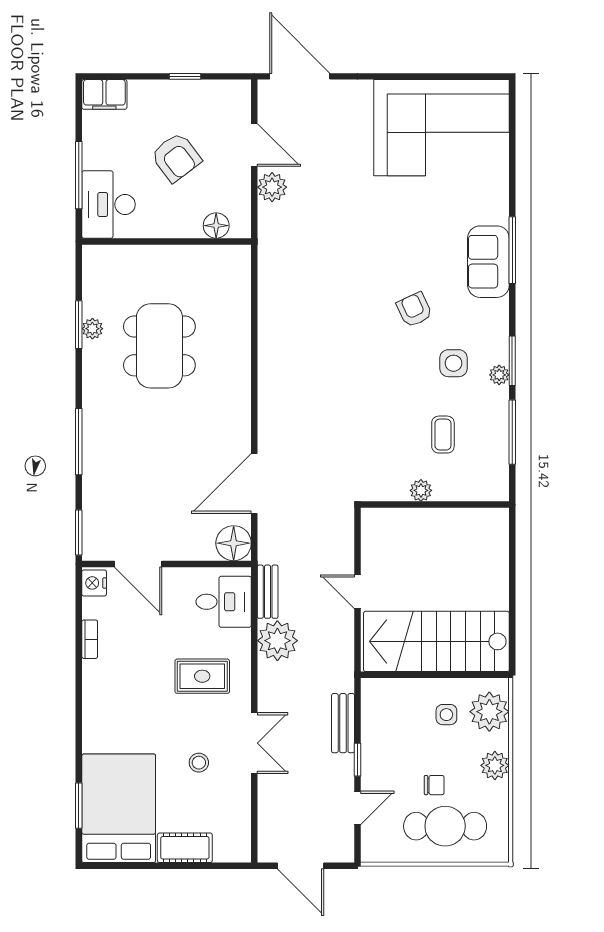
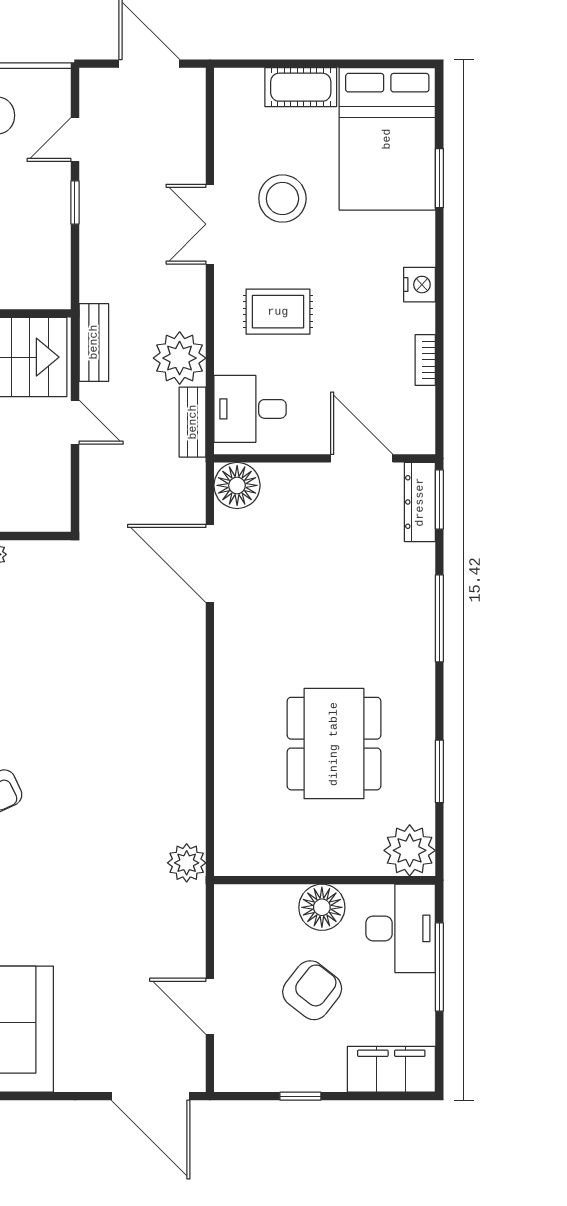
filing cabinet: (104, 94) -> (391, 1069), width x1.50, depth x1.17
armchair: (176, 157) -> (312, 990), turned 75
plant: (272, 187) -> (187, 863), moved
floor lamp: (216, 226) -> (322, 907), moved, width x1.38, depth x1.38
plant: (92, 329) -> (410, 850), moved, width x1.87, depth x1.87
door: (254, 484) -> (210, 564), swing flipped
dresser: (94, 531) -> (420, 502), added
nightstand: (94, 583) -> (419, 285), moved
bench: (343, 723) -> (94, 342), moved
stool: (199, 763) -> (282, 199), width x1.89, depth x1.89
window: (79, 806) -> (439, 178), moved

